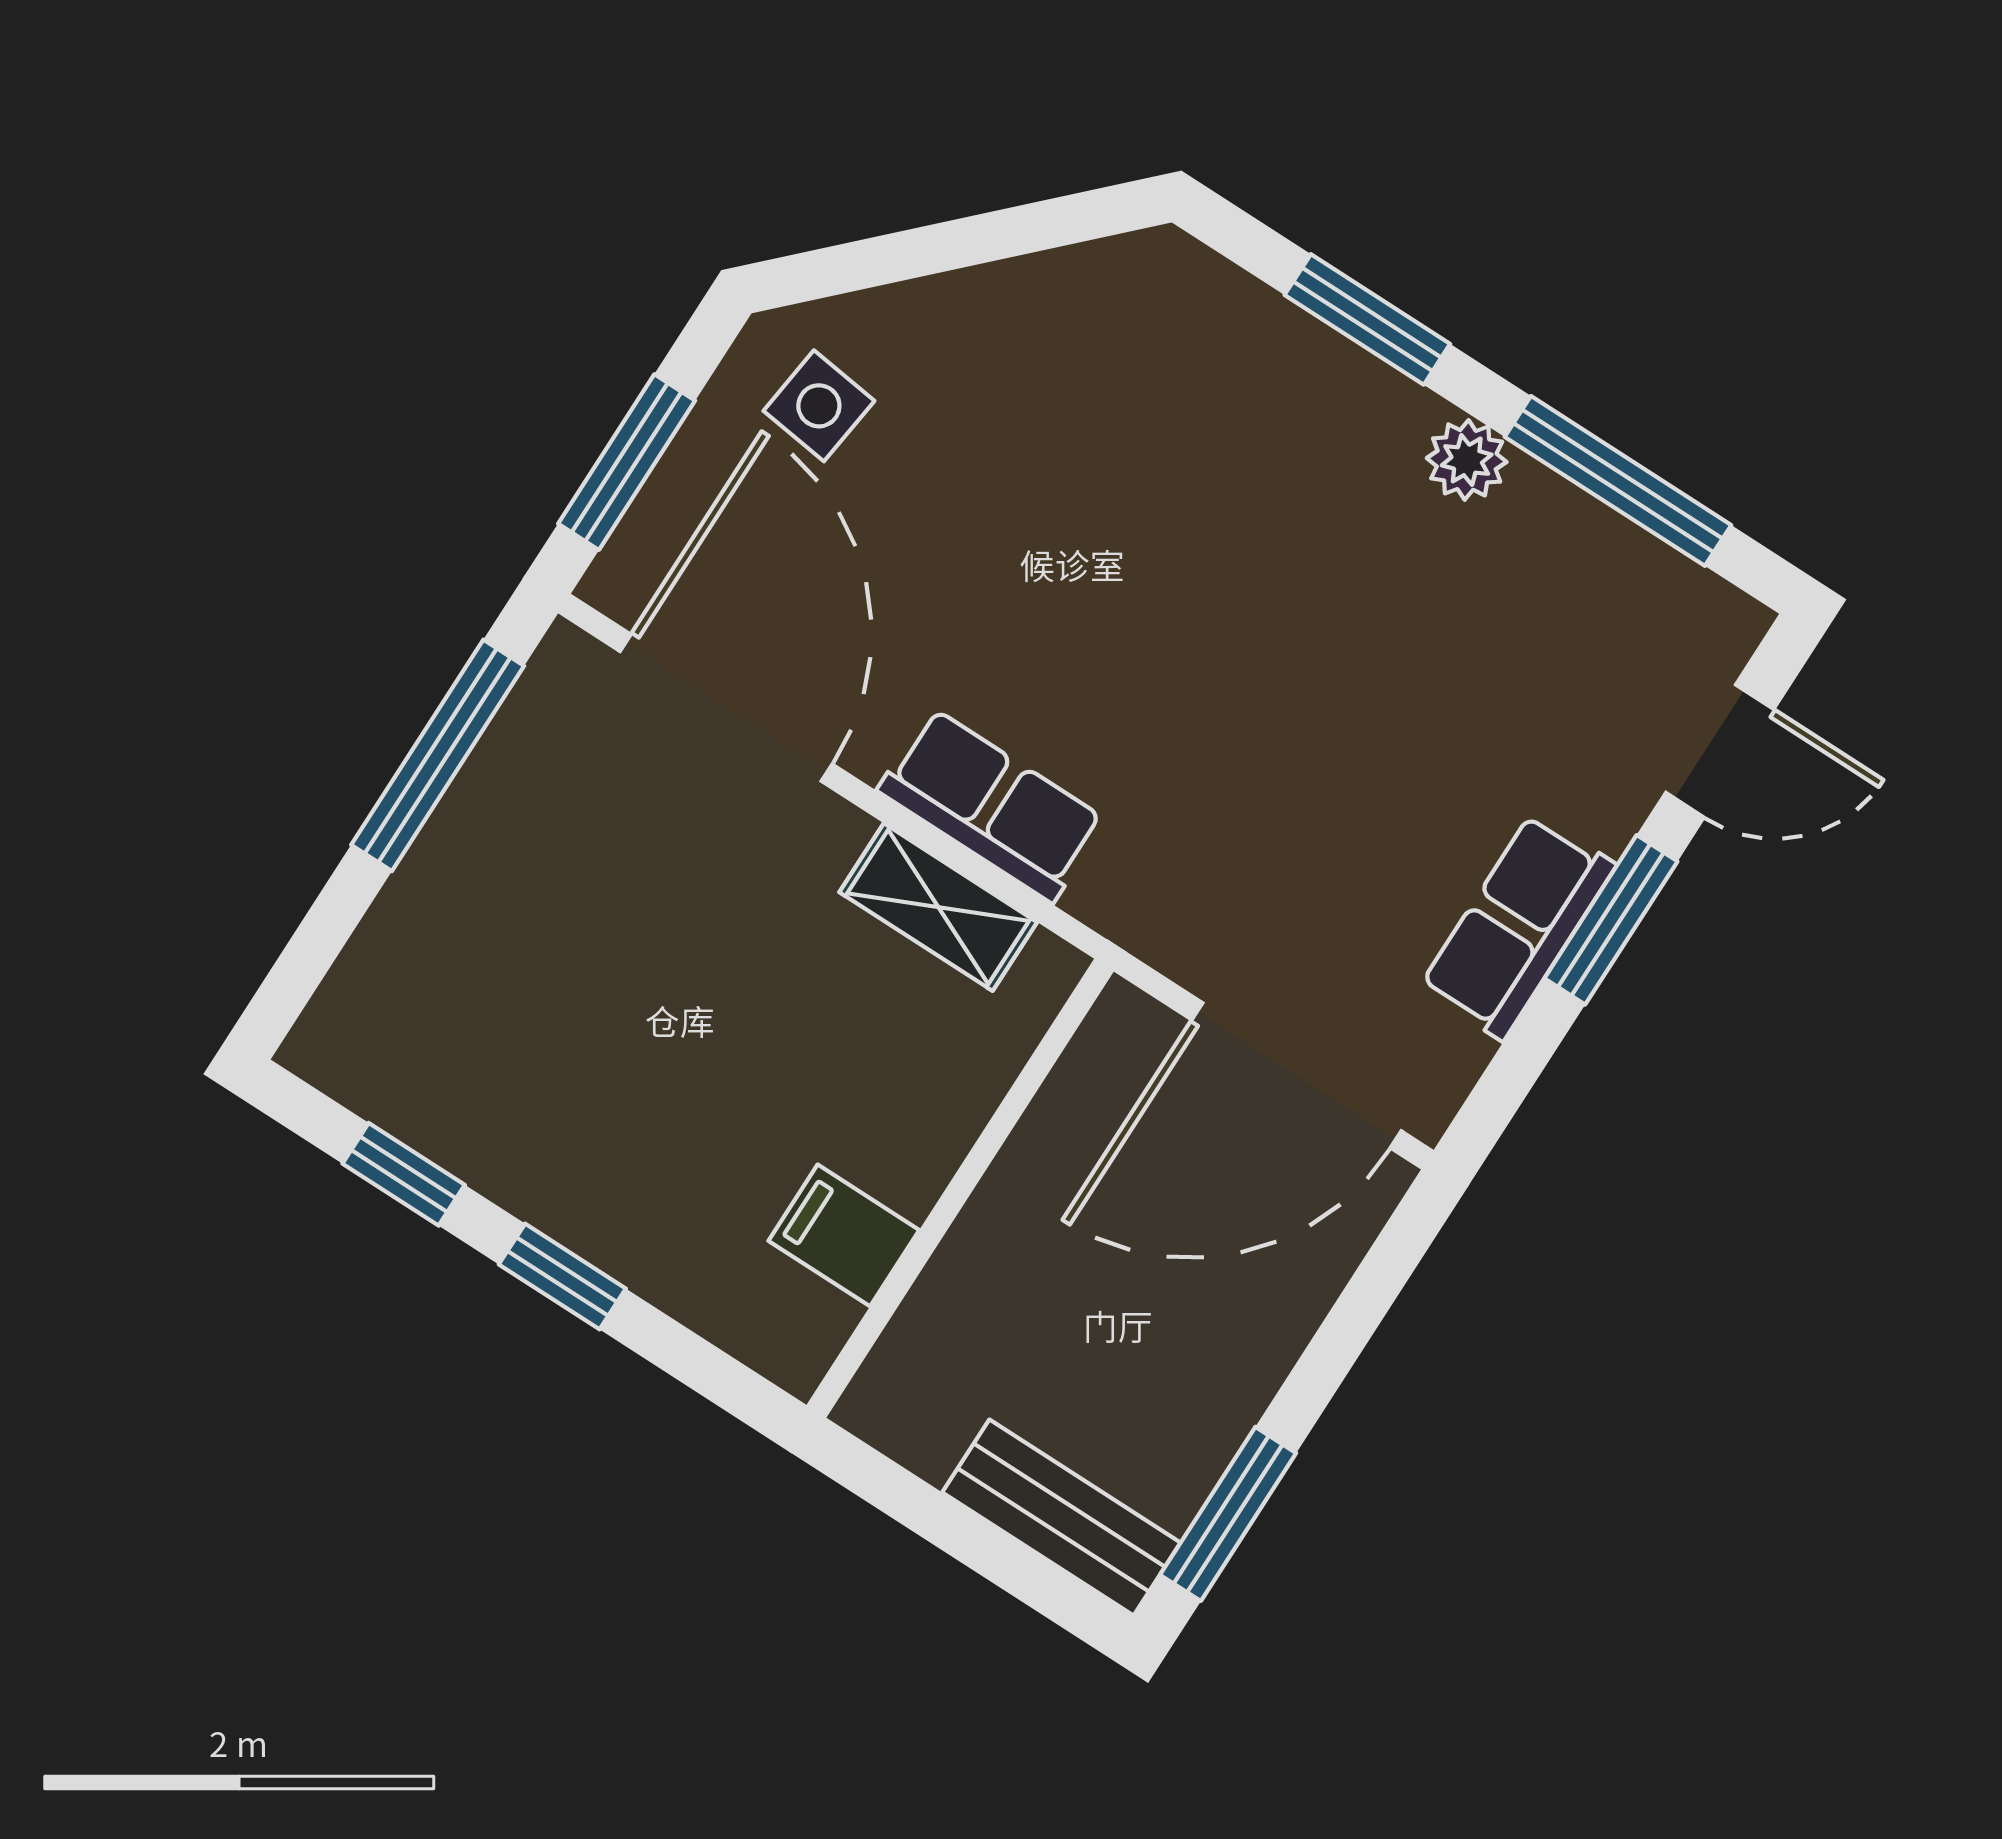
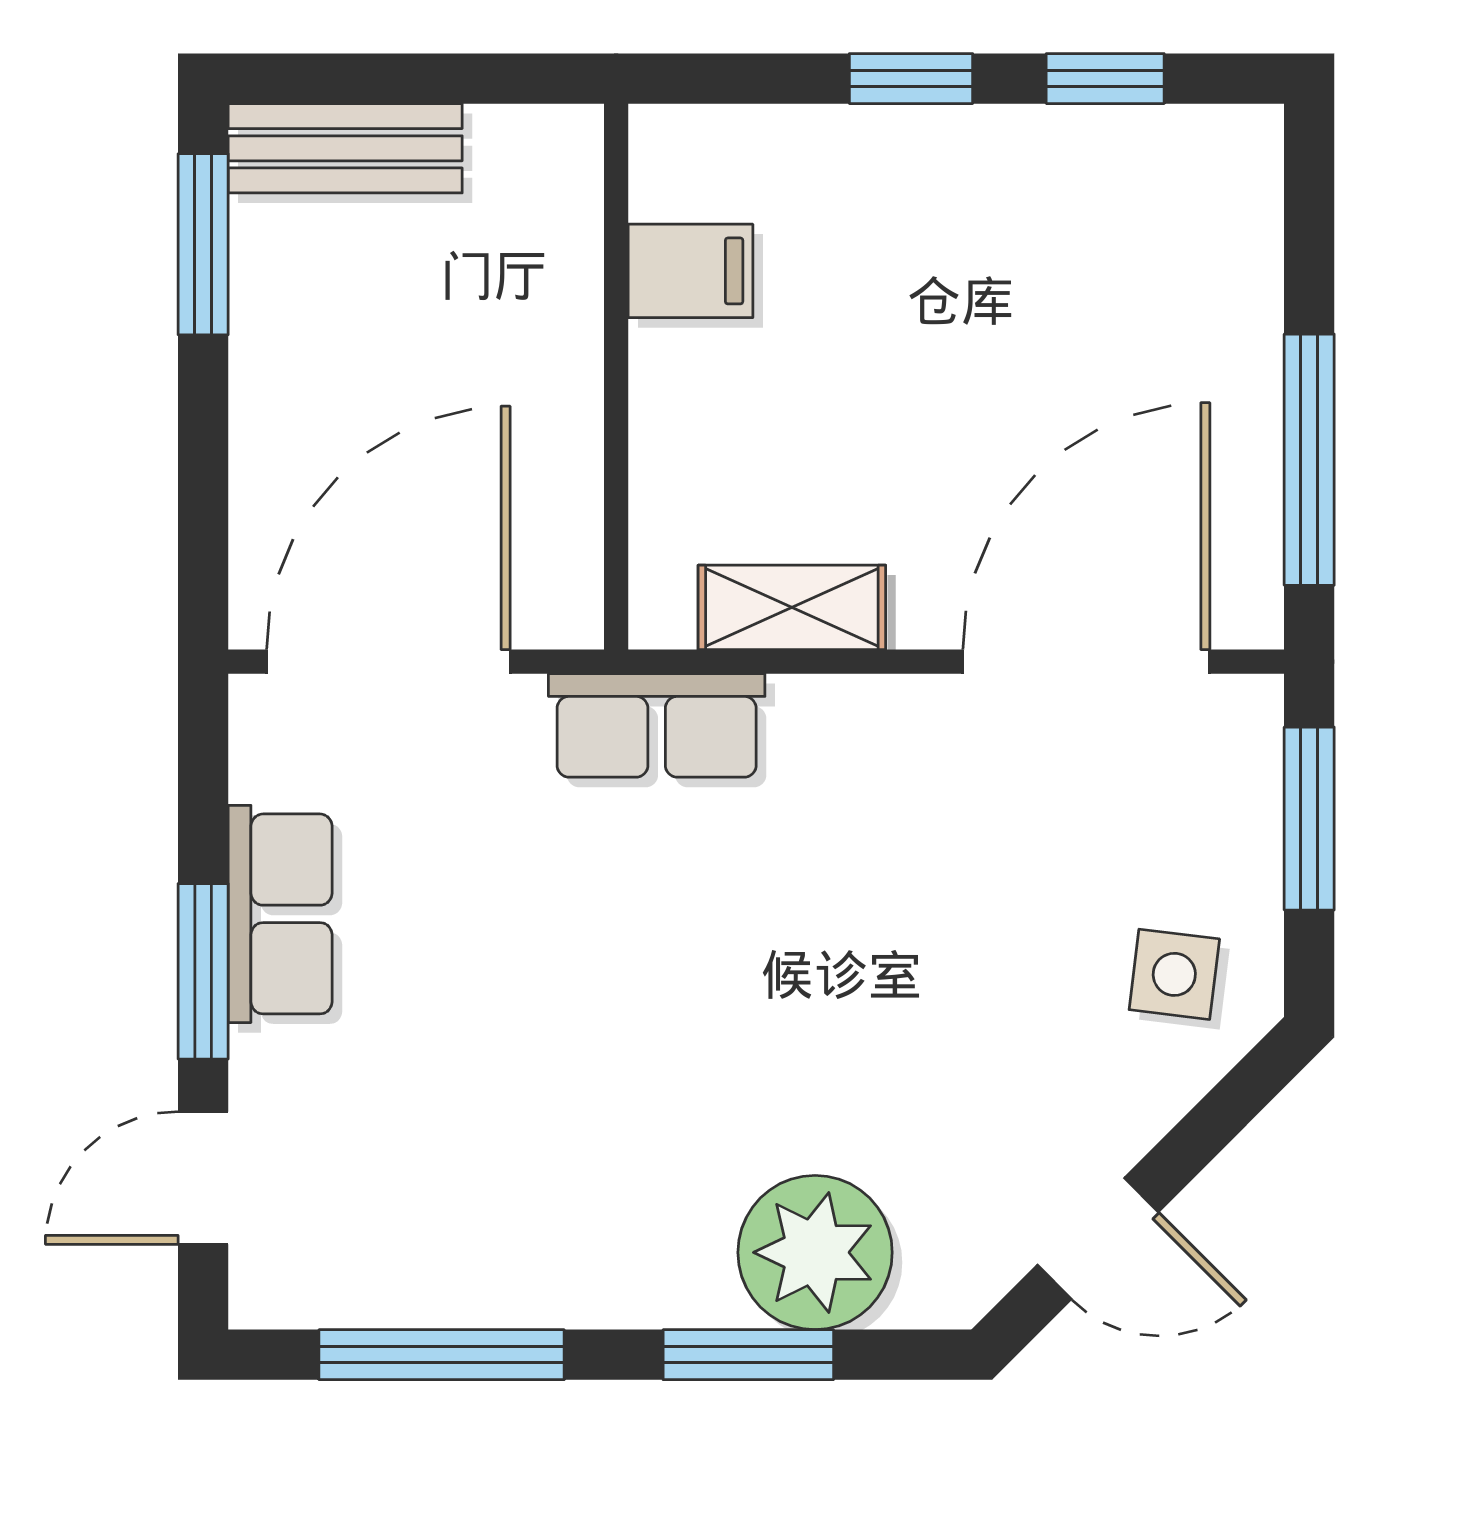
door: (1021, 230) -> (1098, 1239), added
plant: (1467, 460) -> (815, 1252), moved, width x1.88, depth x1.88
door: (726, 708) -> (1086, 662), swing flipped
row of seats: (992, 805) -> (657, 725), moved

